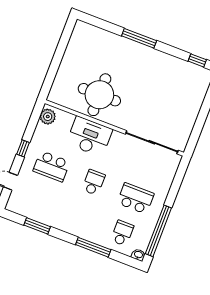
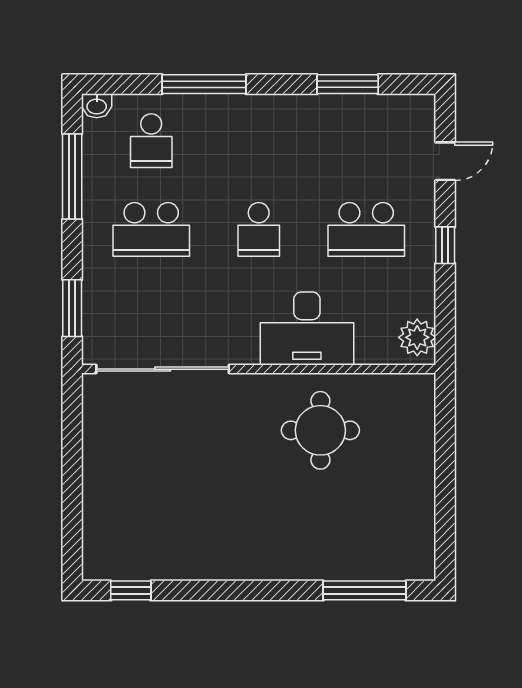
window: (139, 38) -> (364, 590), moved
round table: (99, 95) -> (320, 430), width x0.73, depth x0.73
school desk: (52, 166) -> (366, 229), turned 180
window: (178, 179) -> (72, 308), added
window: (158, 231) -> (72, 177), width x0.68

